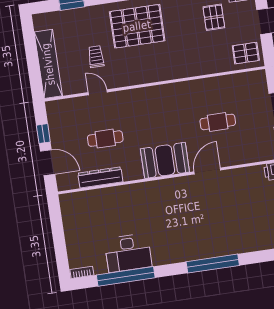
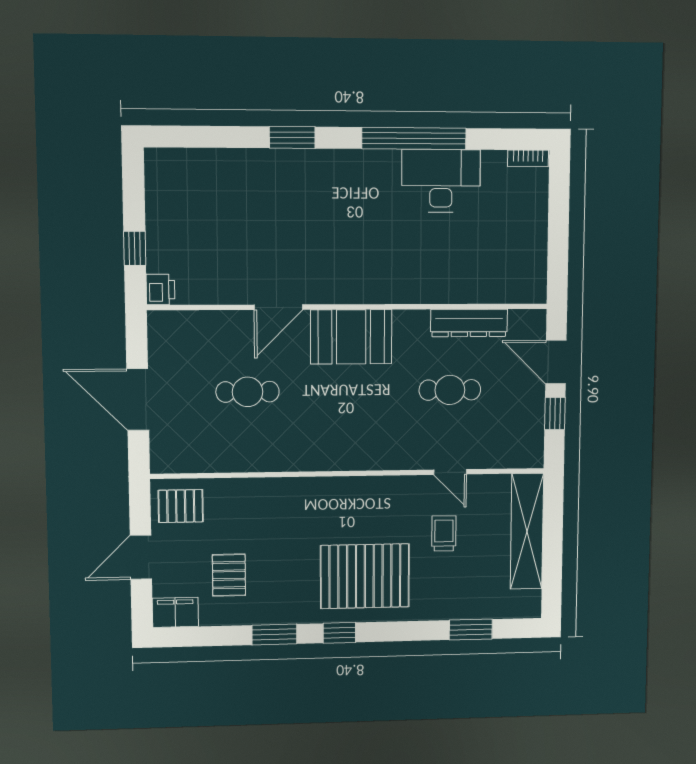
trolley: (96, 57) -> (444, 533), turned 180
window: (213, 264) -> (292, 137), width x0.47
window: (126, 276) -> (414, 138), moved

